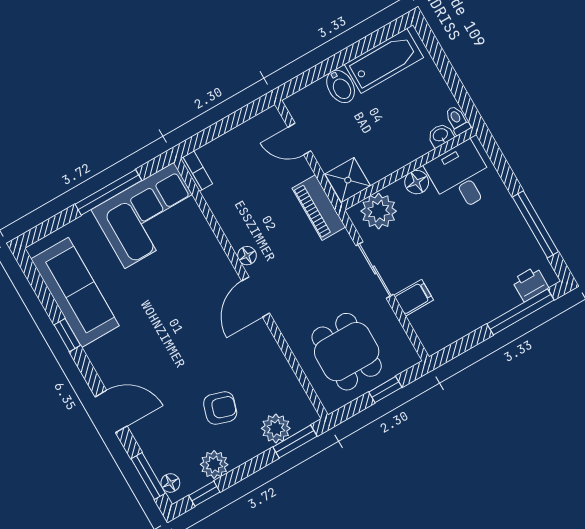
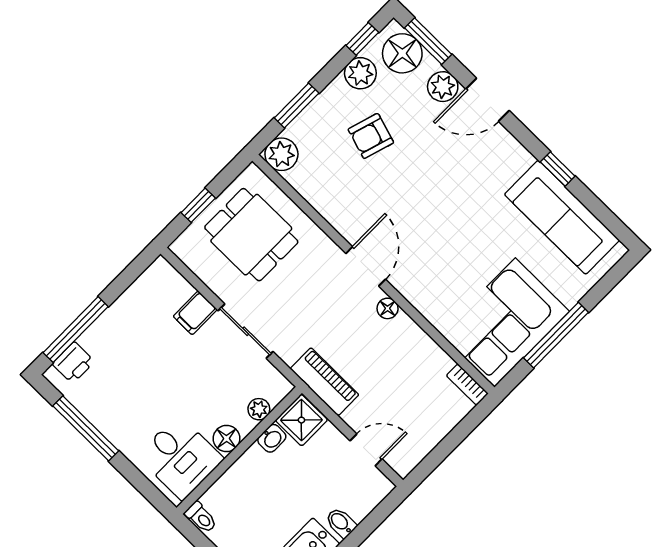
bidet: (341, 86) -> (341, 523), width x0.72, depth x0.74
washbasin: (441, 135) -> (272, 438), moved
plant: (379, 211) -> (259, 409), width x0.53, depth x0.53
plant: (276, 428) -> (281, 154), moved
plant: (147, 433) -> (443, 87), added
window: (295, 442) -> (297, 106), moved
floor lamp: (170, 483) -> (402, 53), width x1.89, depth x1.89

